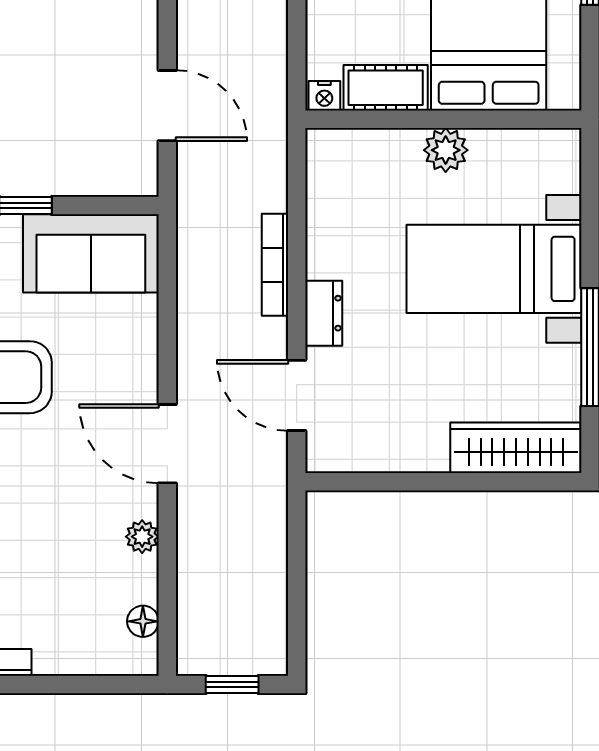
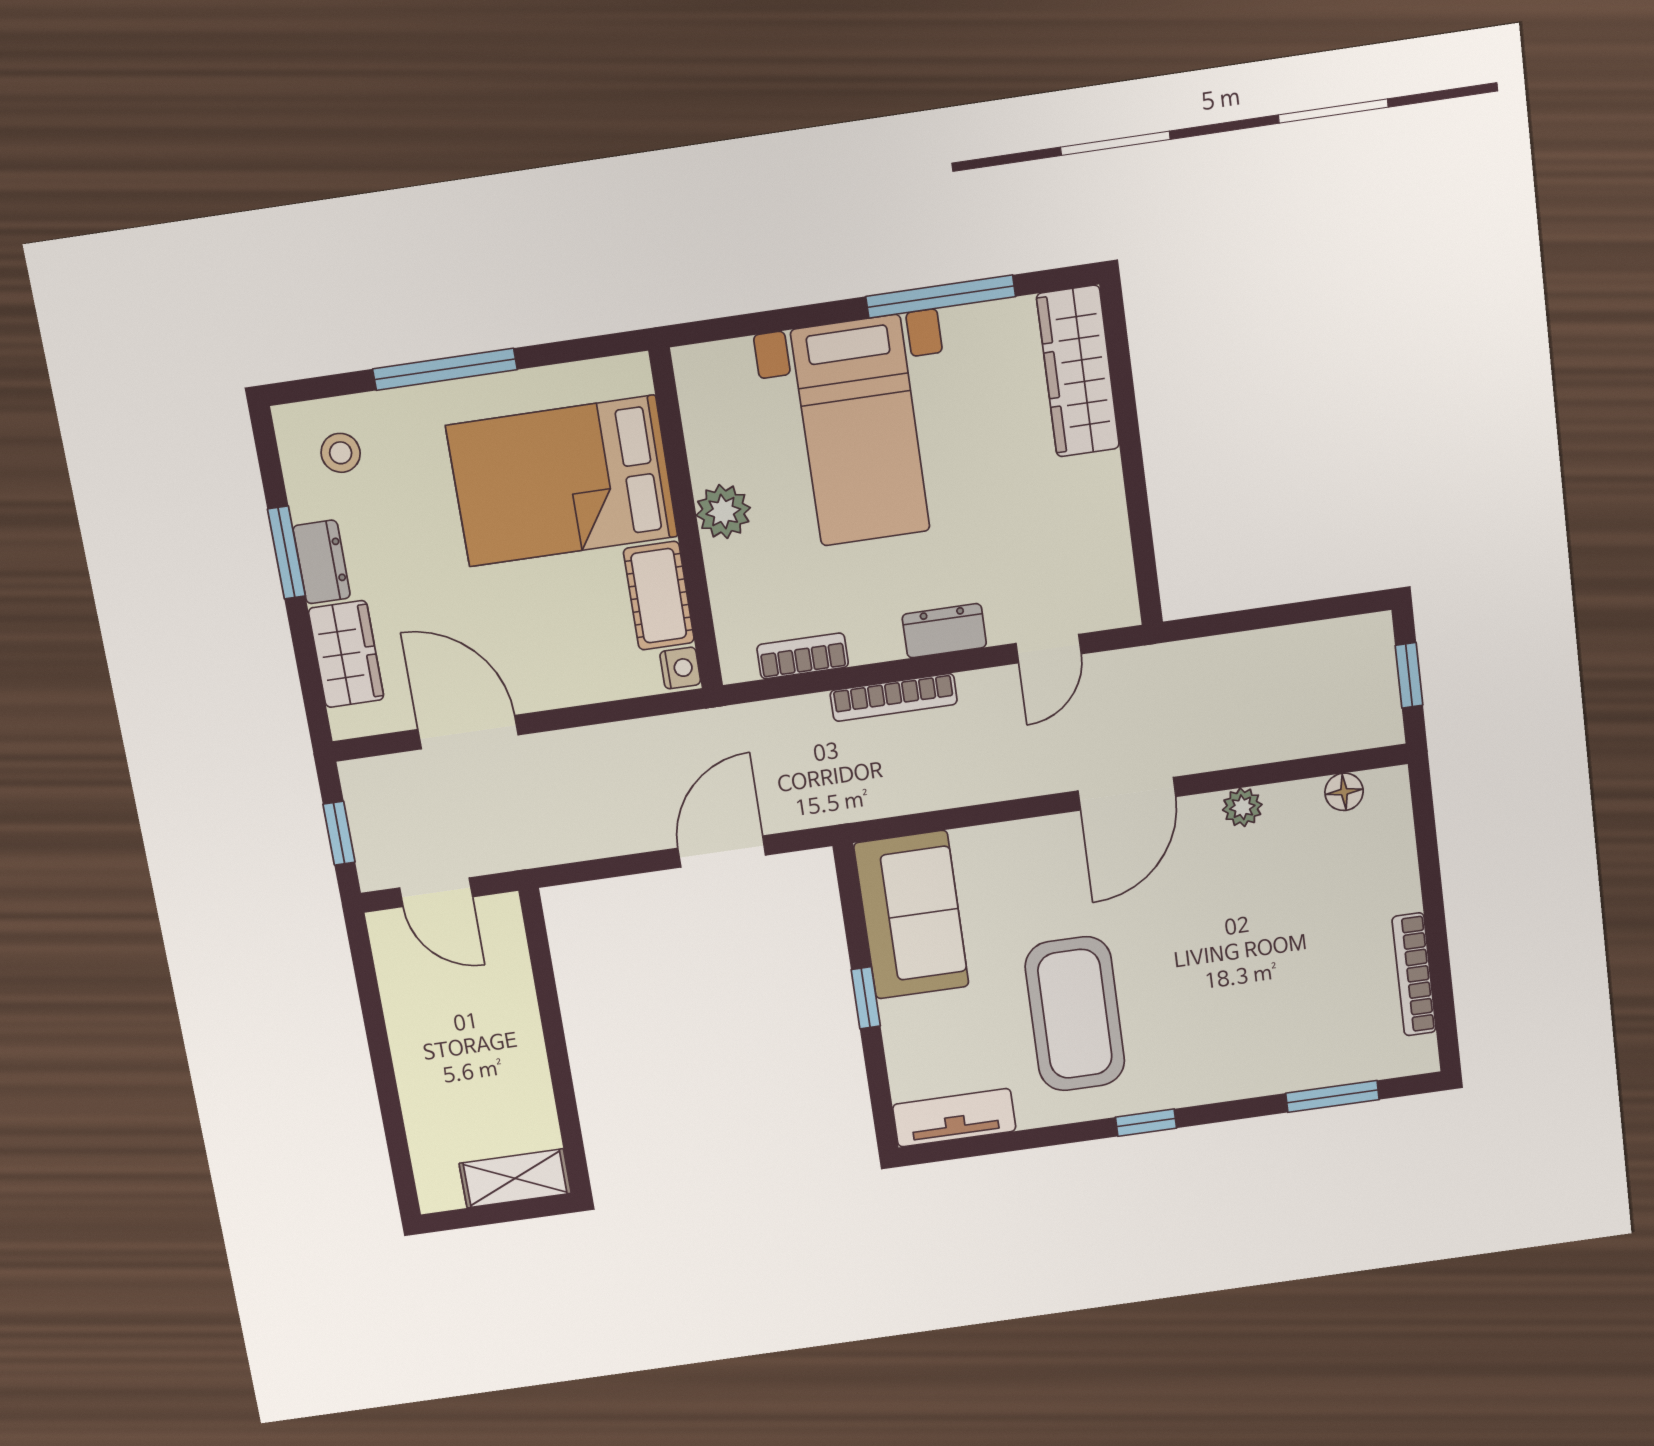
bookcase: (320, 196) -> (803, 656), added
door: (297, 395) -> (1049, 649), width x0.73

